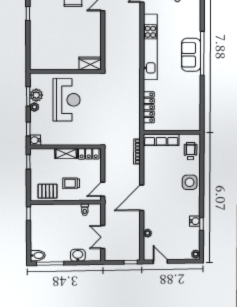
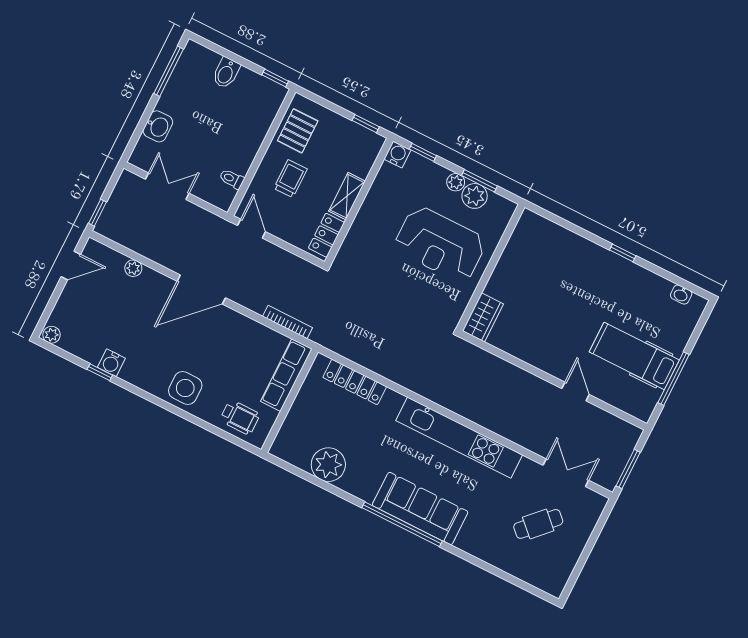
sofa: (191, 55) -> (420, 508), width x1.36
plant: (192, 100) -> (328, 465), added
door: (142, 198) -> (201, 289), swing flipped
bidet: (38, 255) -> (226, 73), moved

